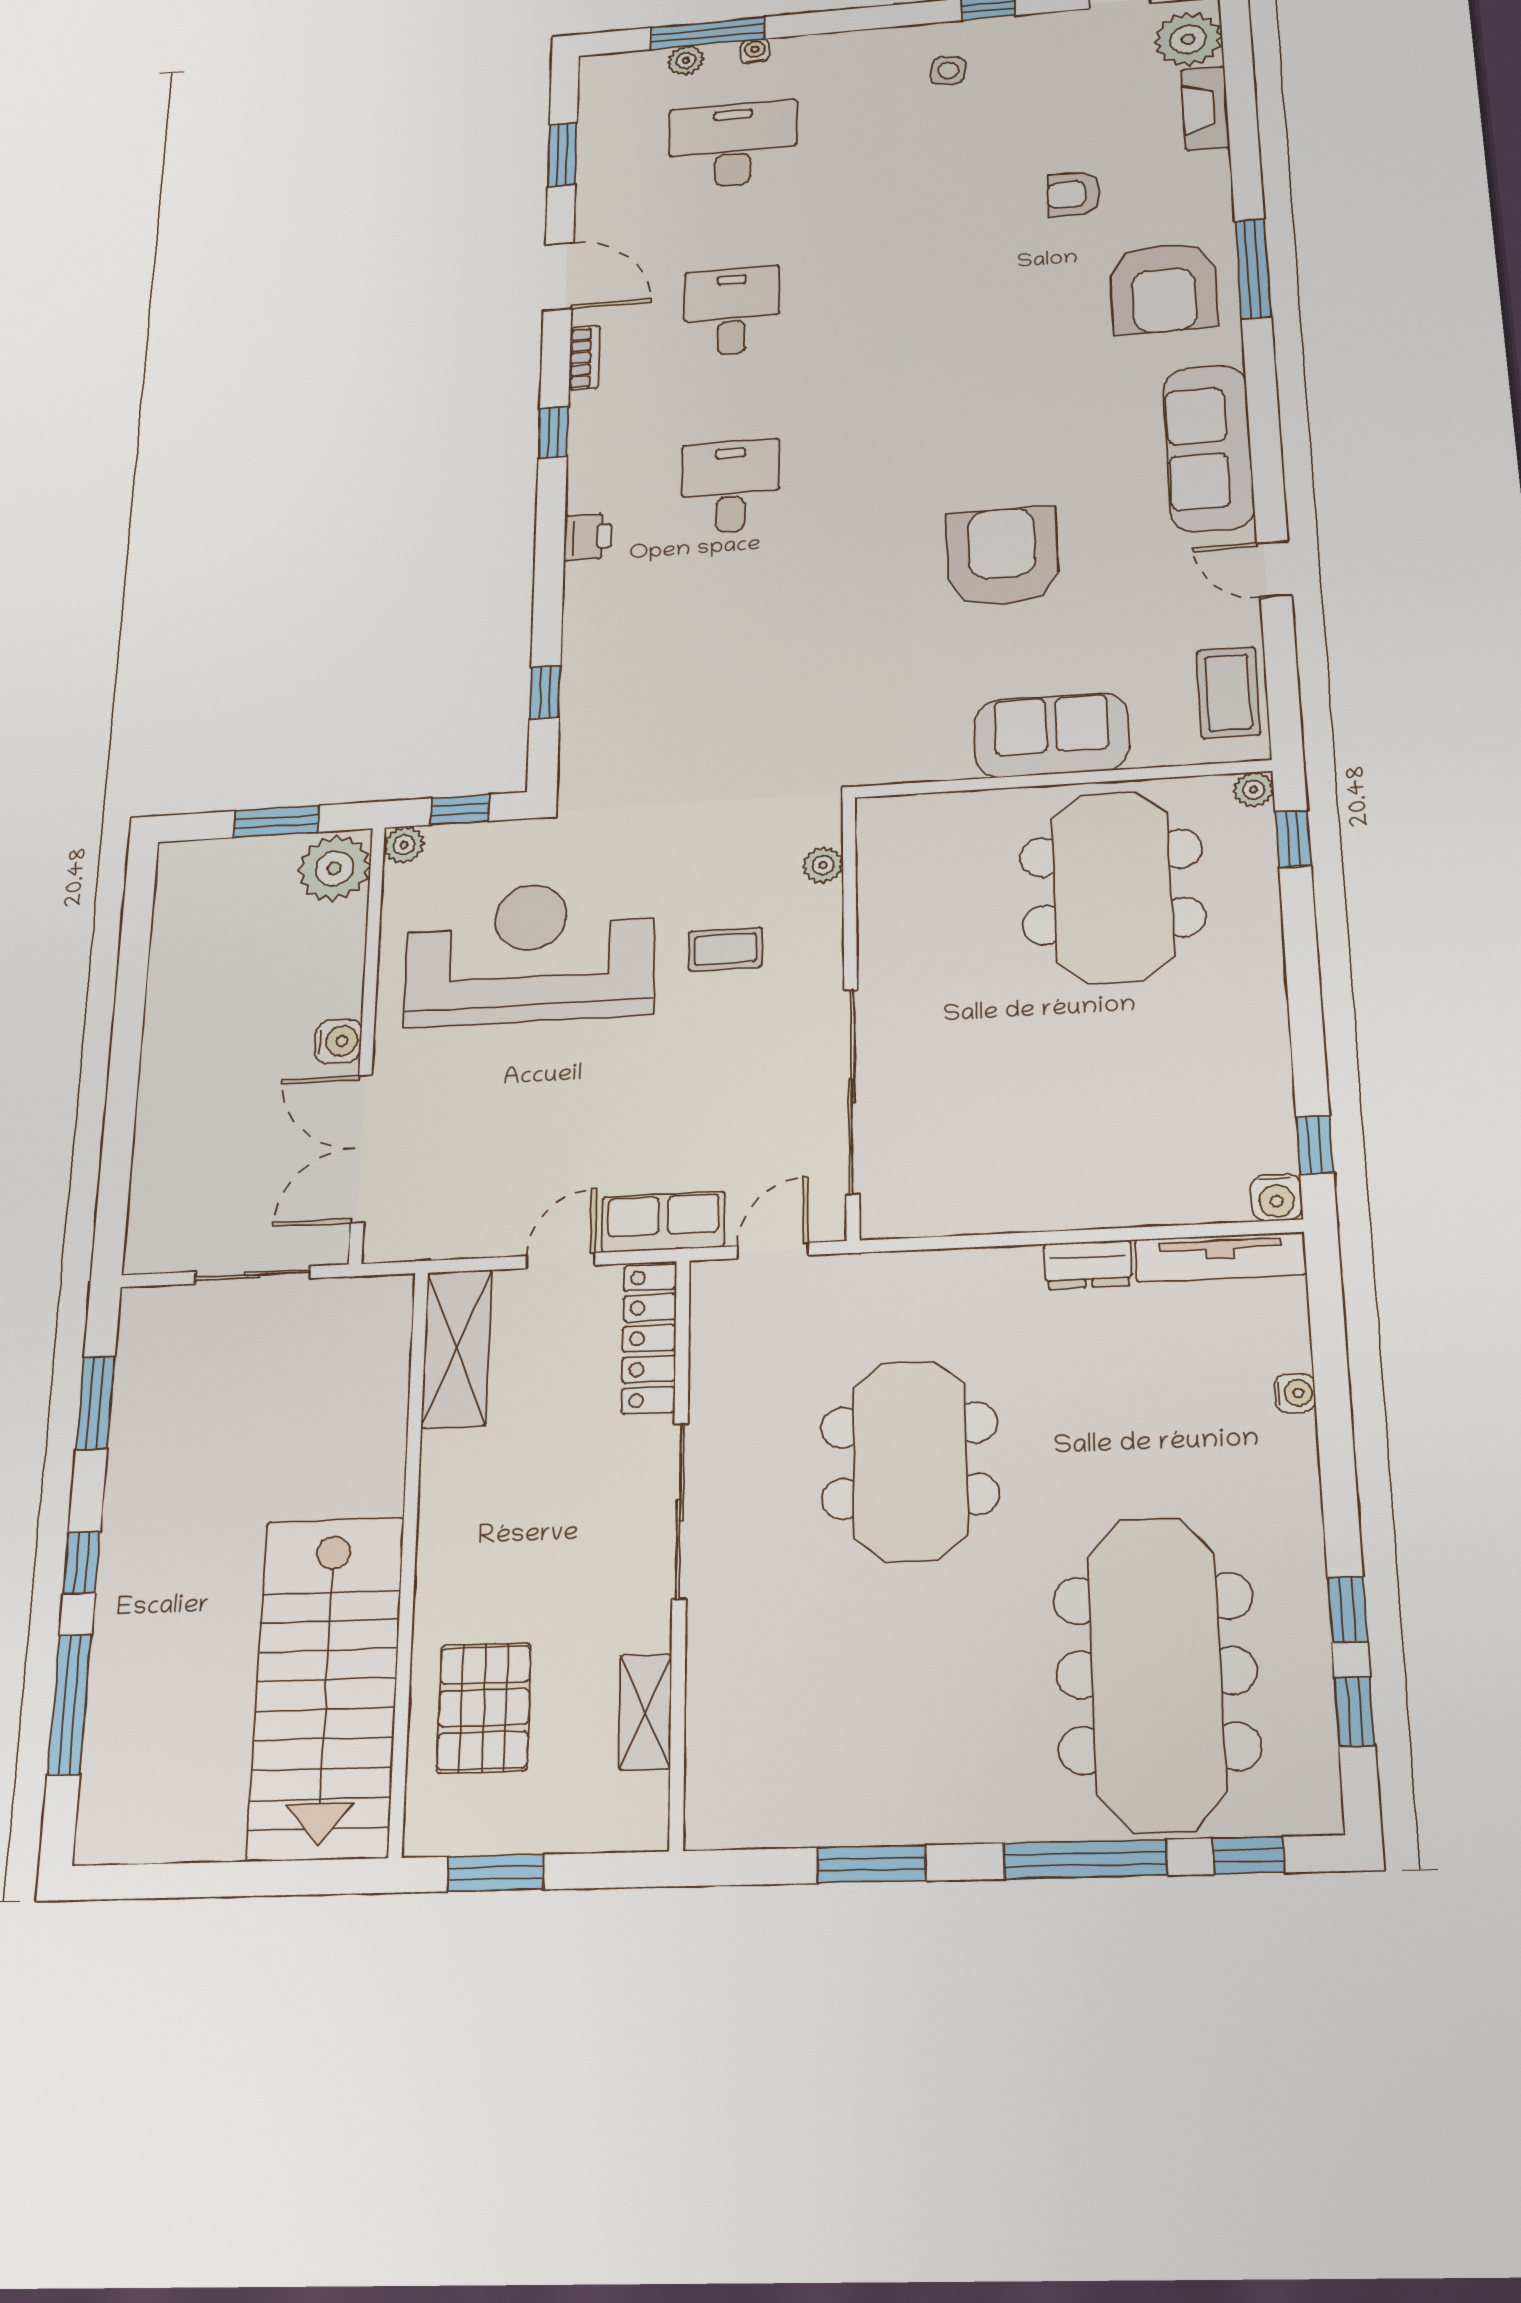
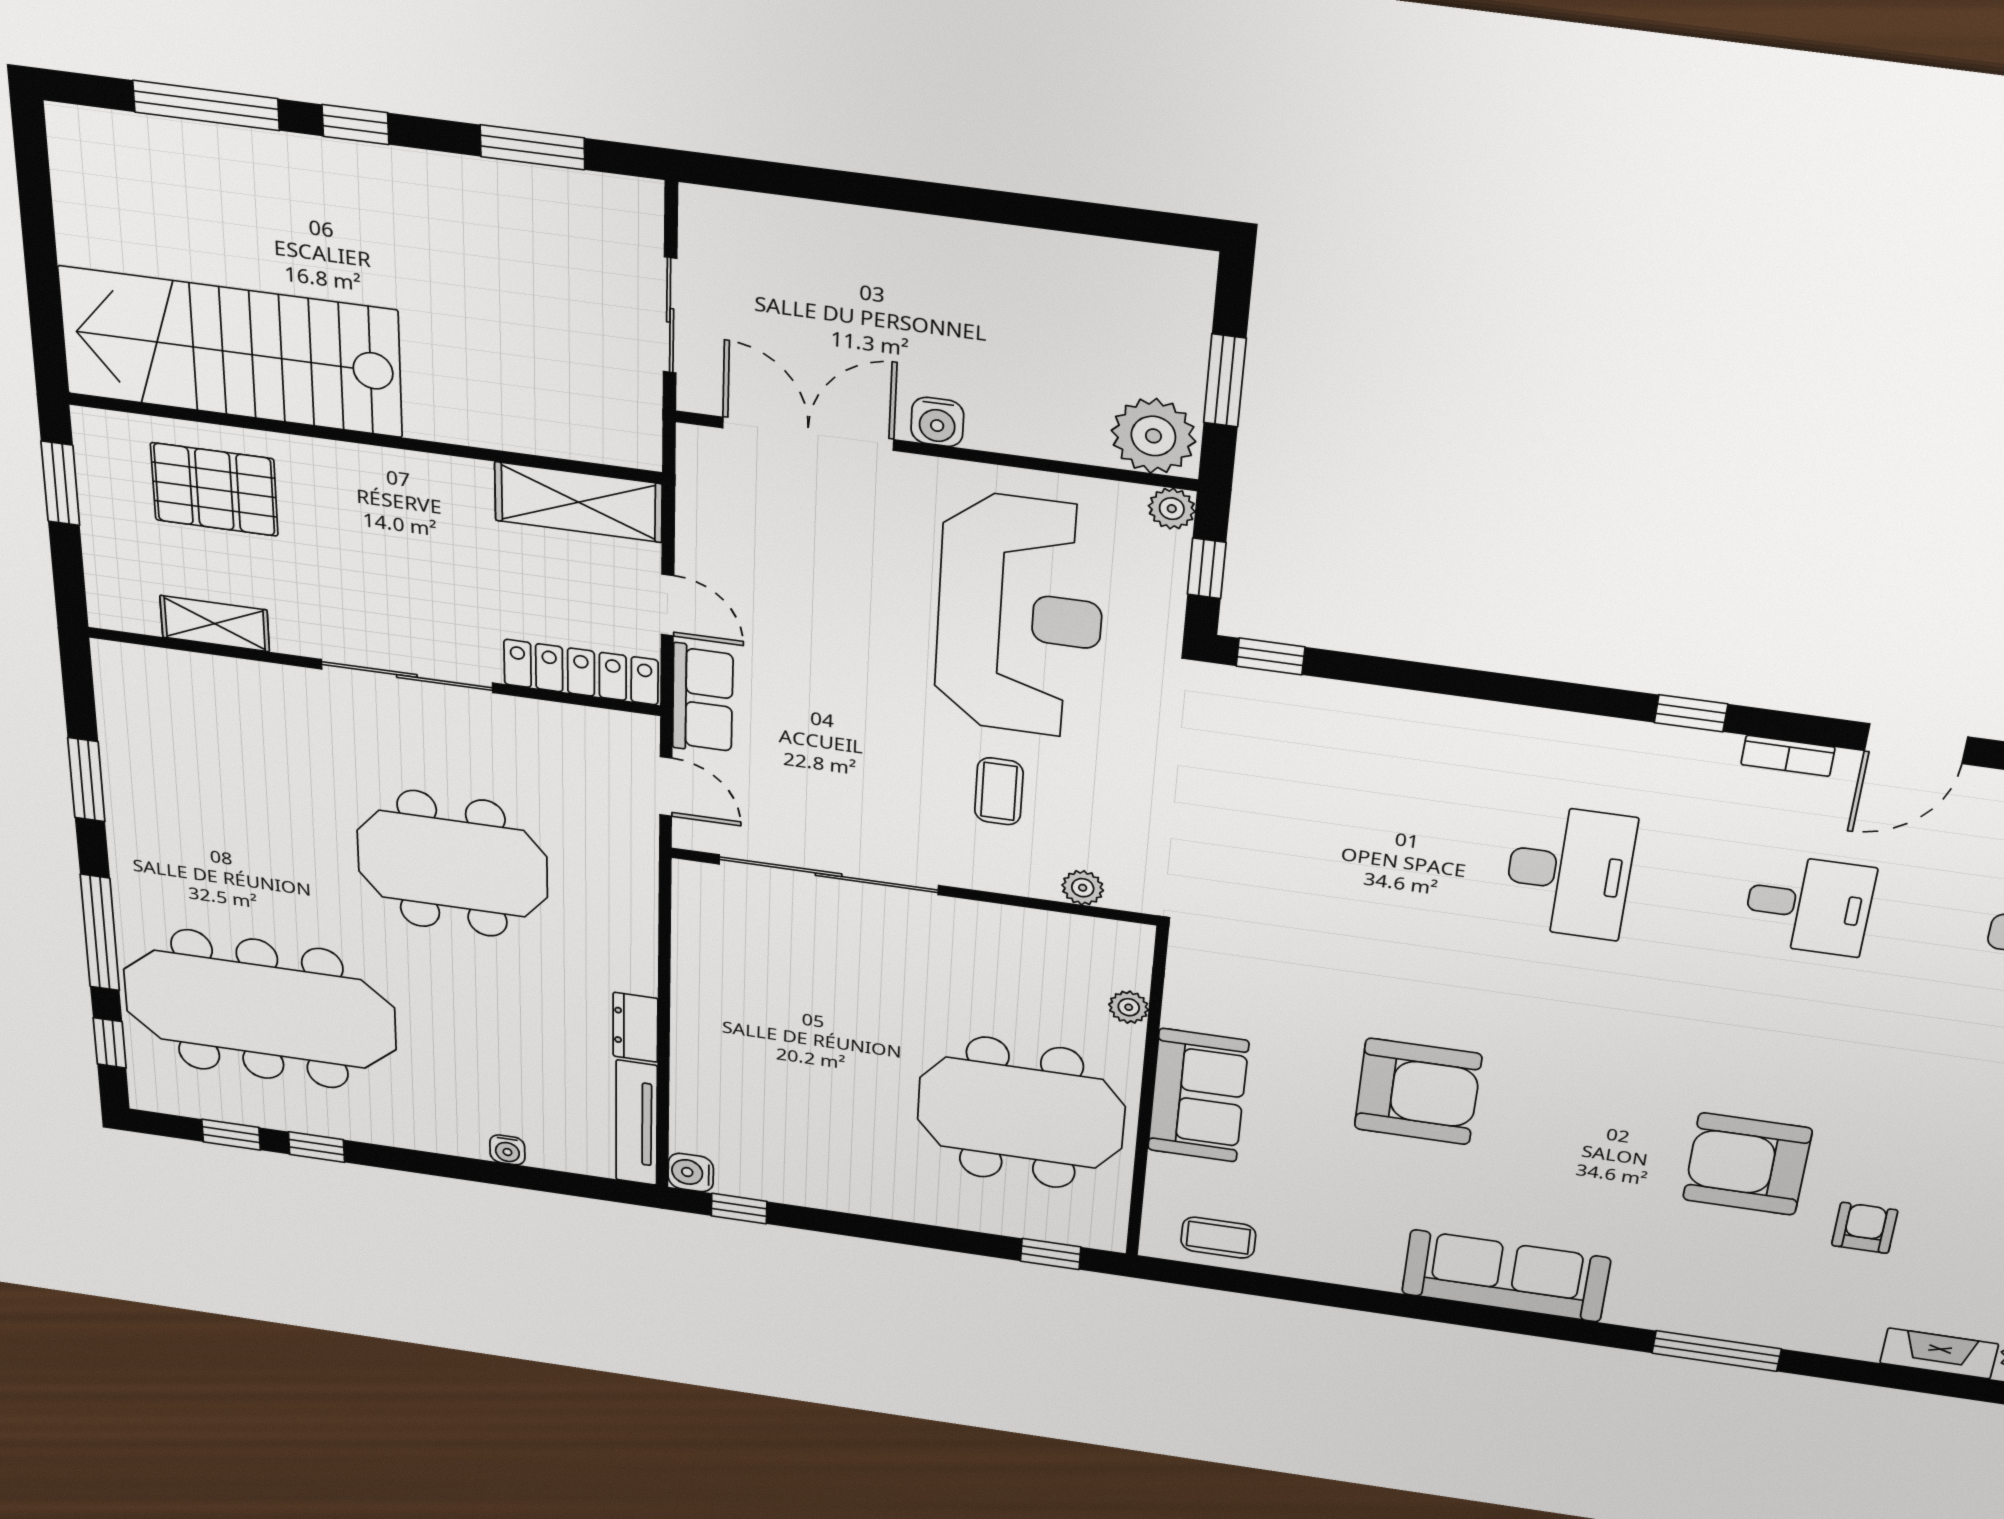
armchair: (1164, 288) -> (1747, 1164), moved
desk: (730, 486) -> (1569, 872), width x1.37
printer: (588, 537) -> (1537, 730), removed
door: (1274, 569) -> (1350, 1298), removed
window: (545, 692) -> (1271, 656), moved
coffee table: (1228, 693) -> (1218, 1238), width x0.73, depth x0.77
plant: (1254, 790) -> (1129, 1007), moved

